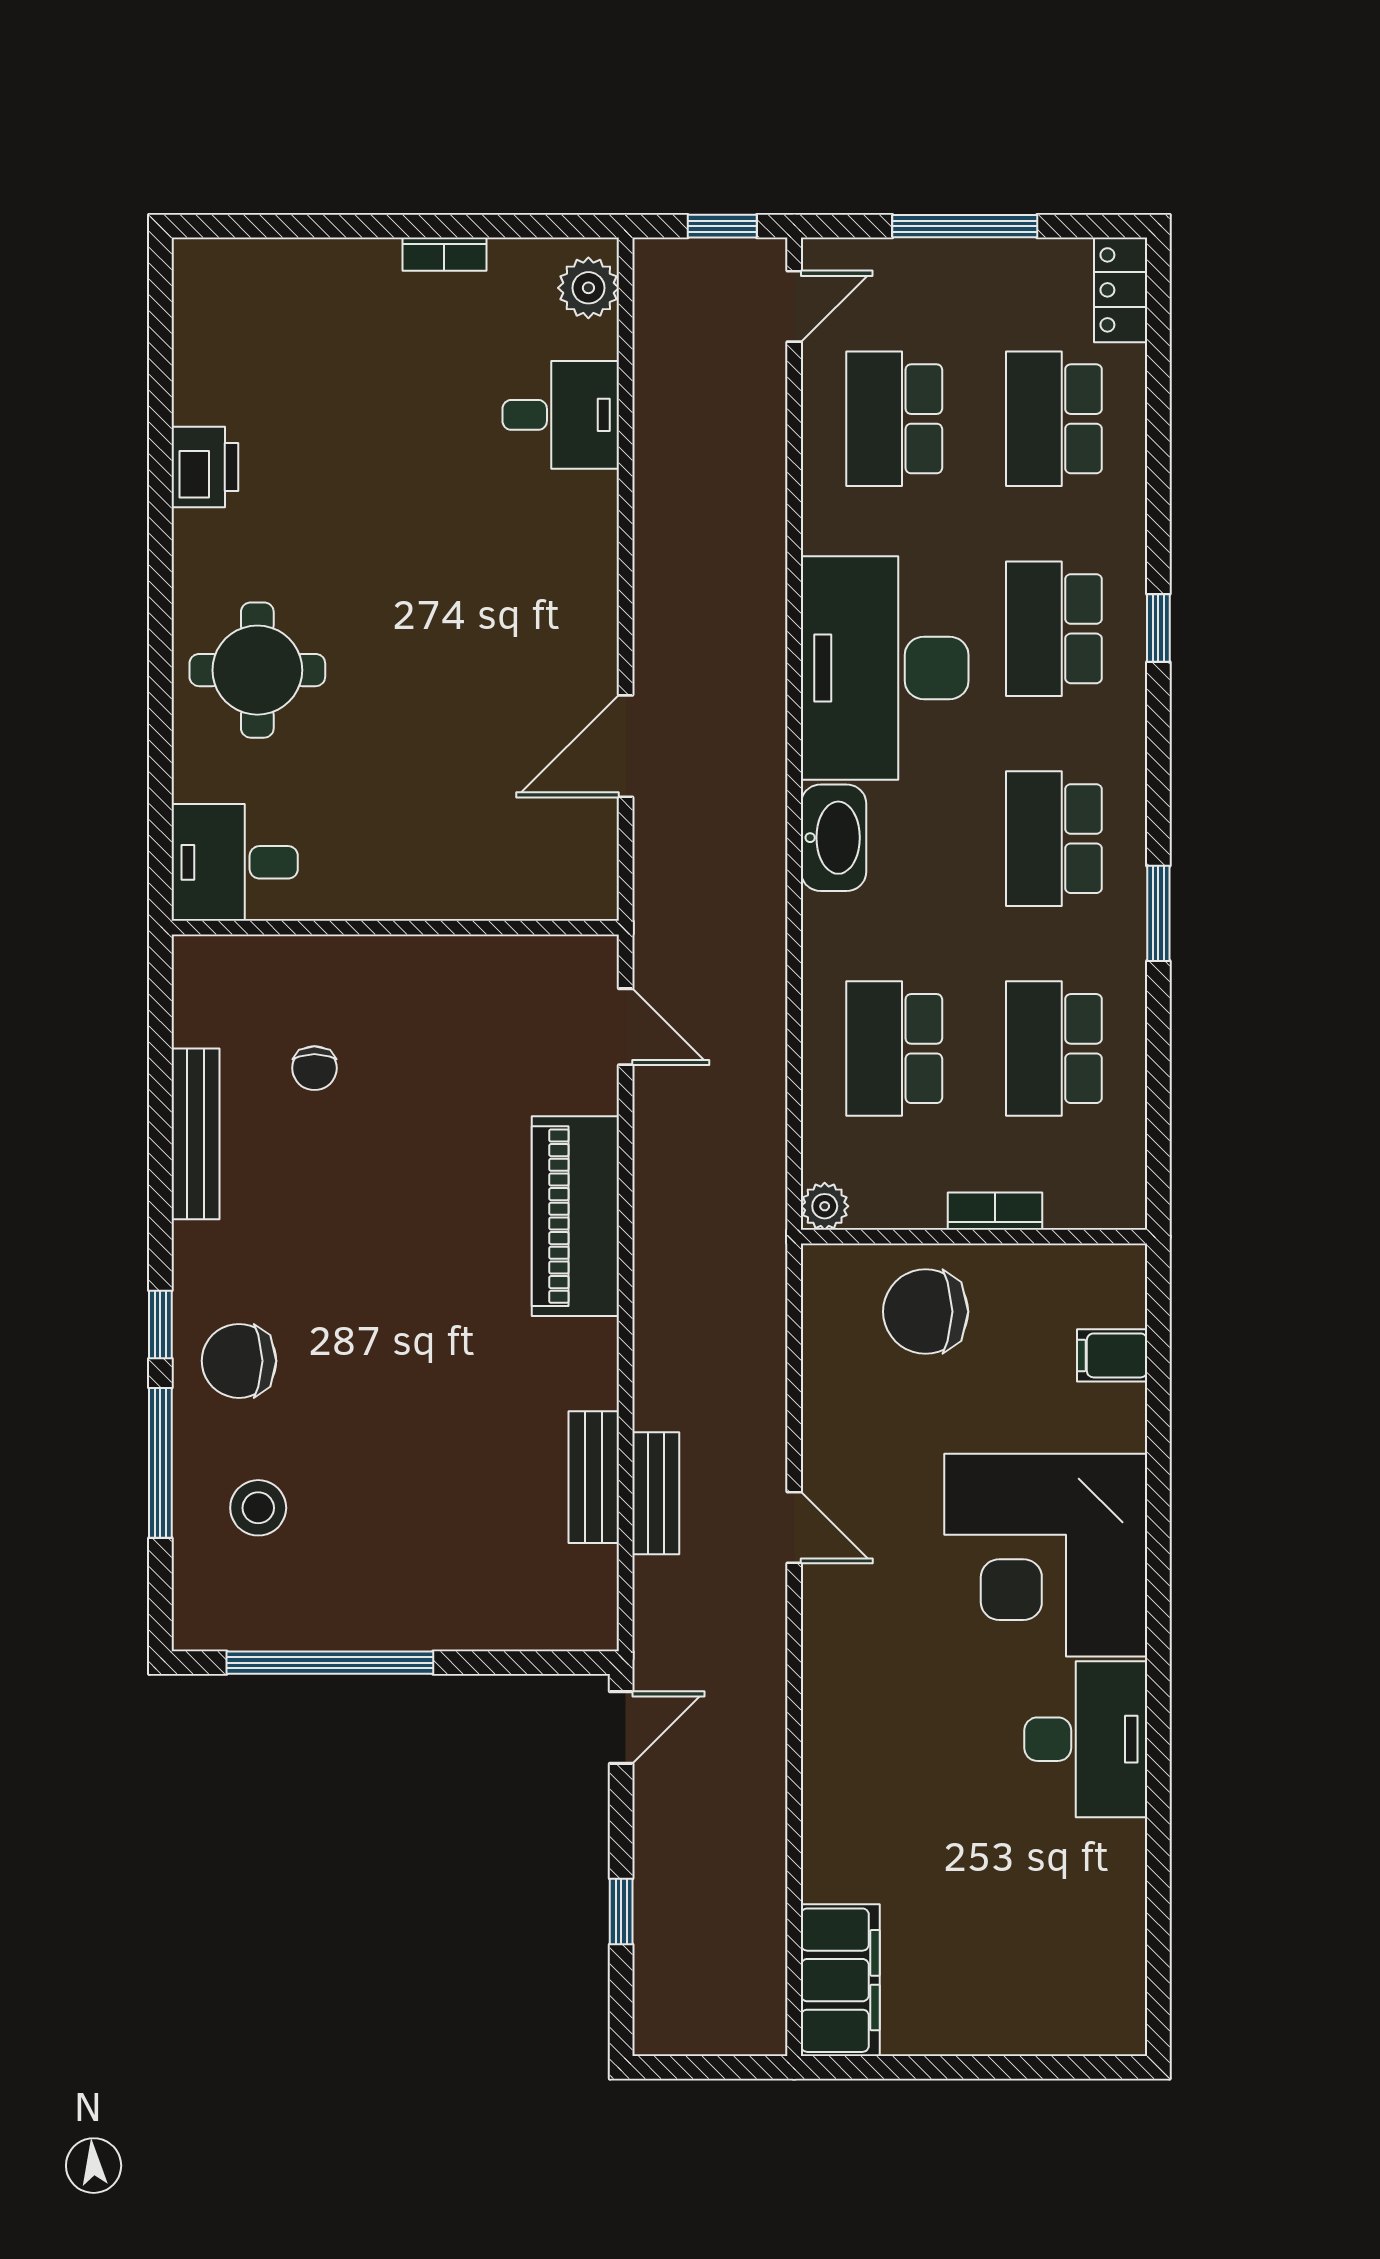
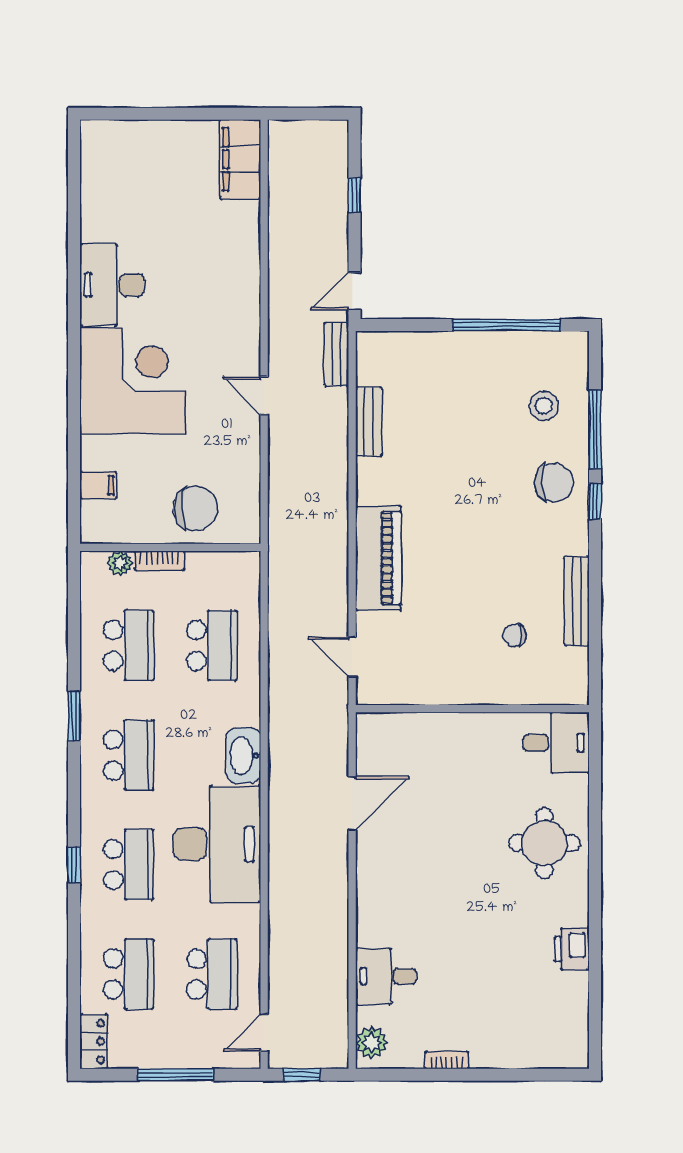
chair: (314, 1068) -> (515, 635), turned -90
plant: (825, 1206) -> (120, 563), moved
bench: (656, 1493) -> (336, 354), moved

